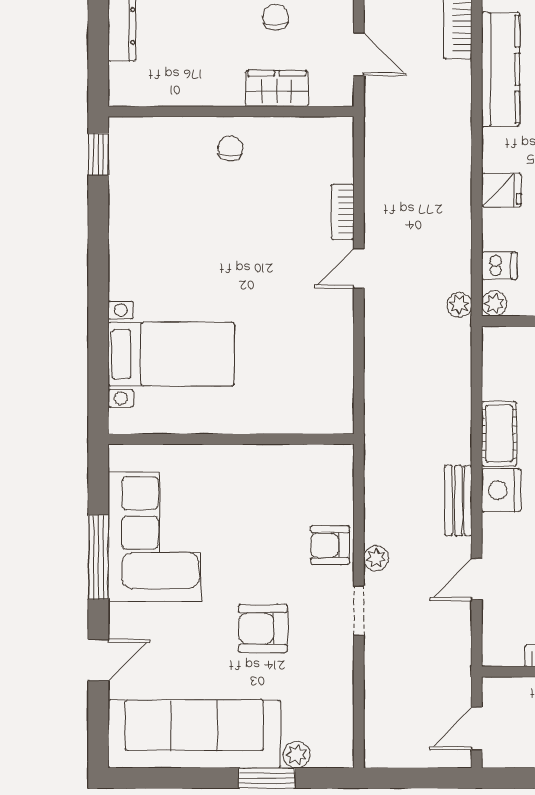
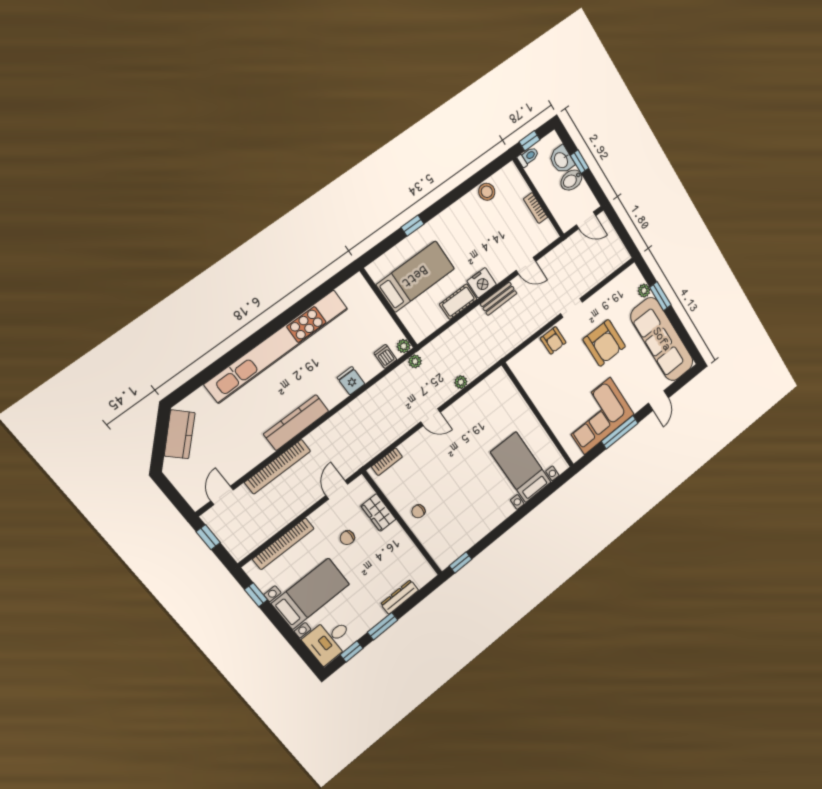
bookcase: (343, 212) -> (387, 462), moved
plant: (376, 558) -> (461, 382), moved
armchair: (263, 629) -> (604, 343), width x1.36, depth x1.36
door: (98, 660) -> (658, 401), swing flipped

